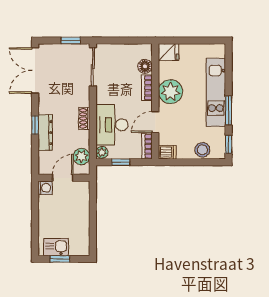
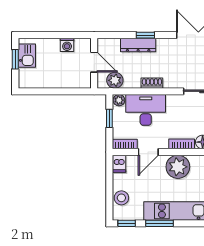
door: (155, 122) -> (148, 152), swing flipped
washing machine: (45, 188) -> (67, 45), moved

